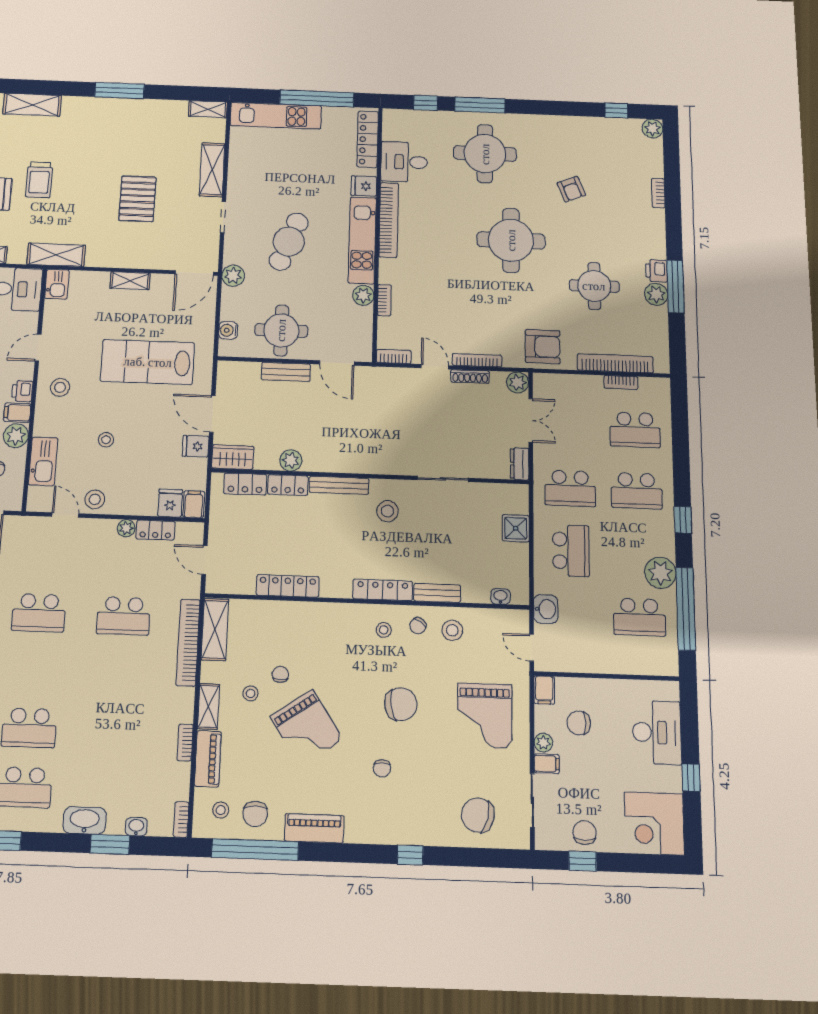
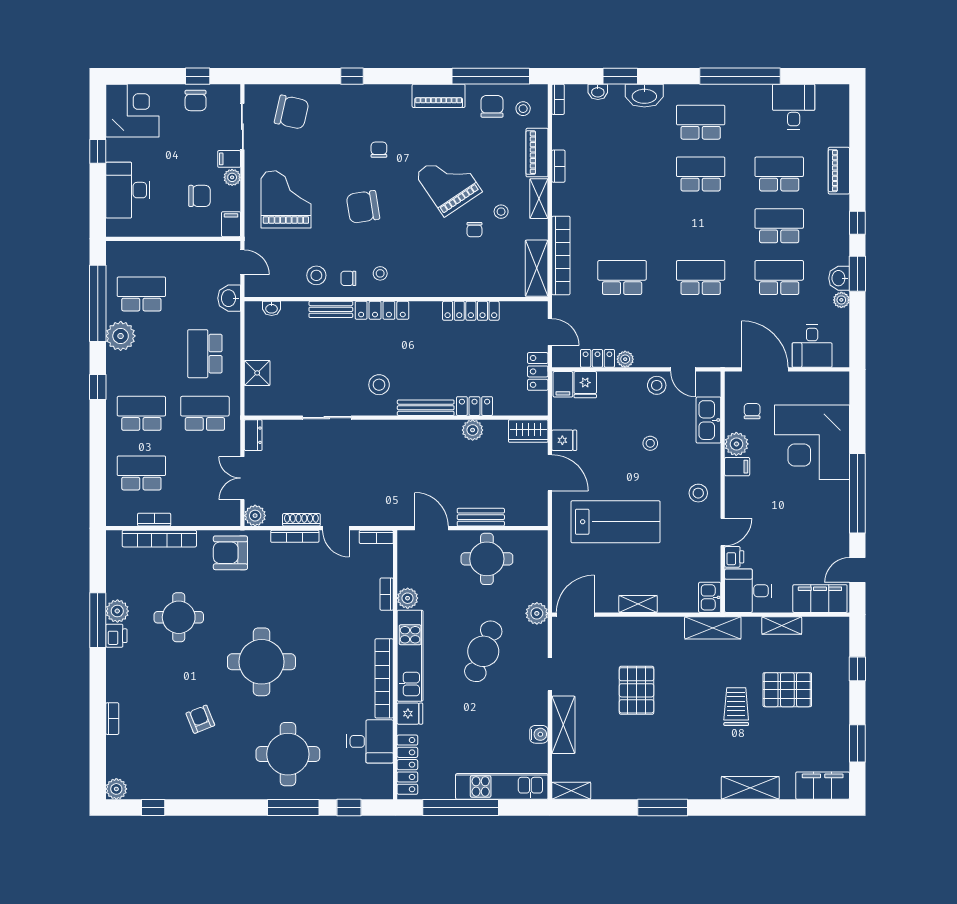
water cooler: (228, 330) -> (539, 734), moved
printer: (22, 391) -> (734, 557), moved
locker: (245, 484) -> (538, 371), moved, turned -90
chair: (418, 626) -> (348, 278), turned -126

